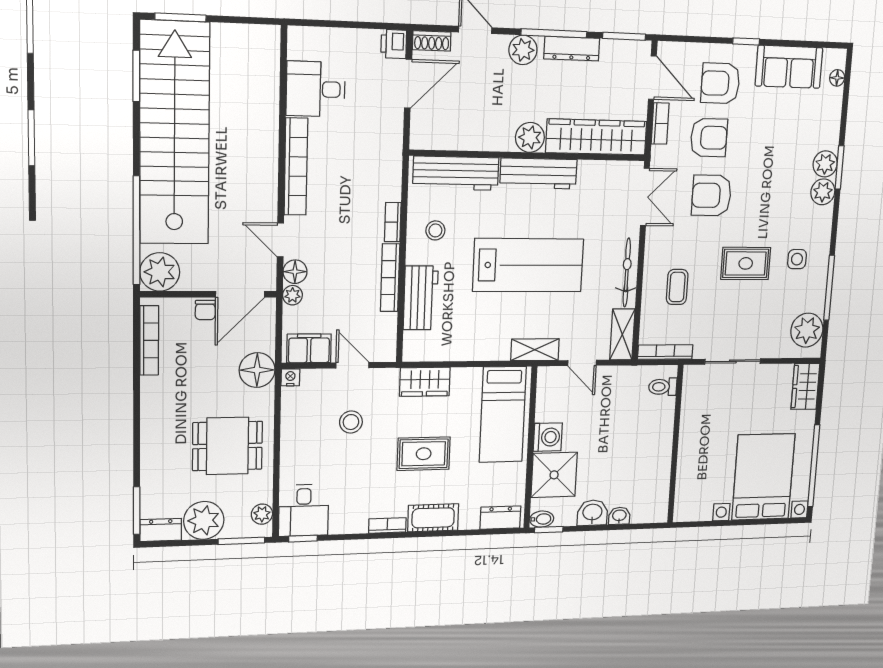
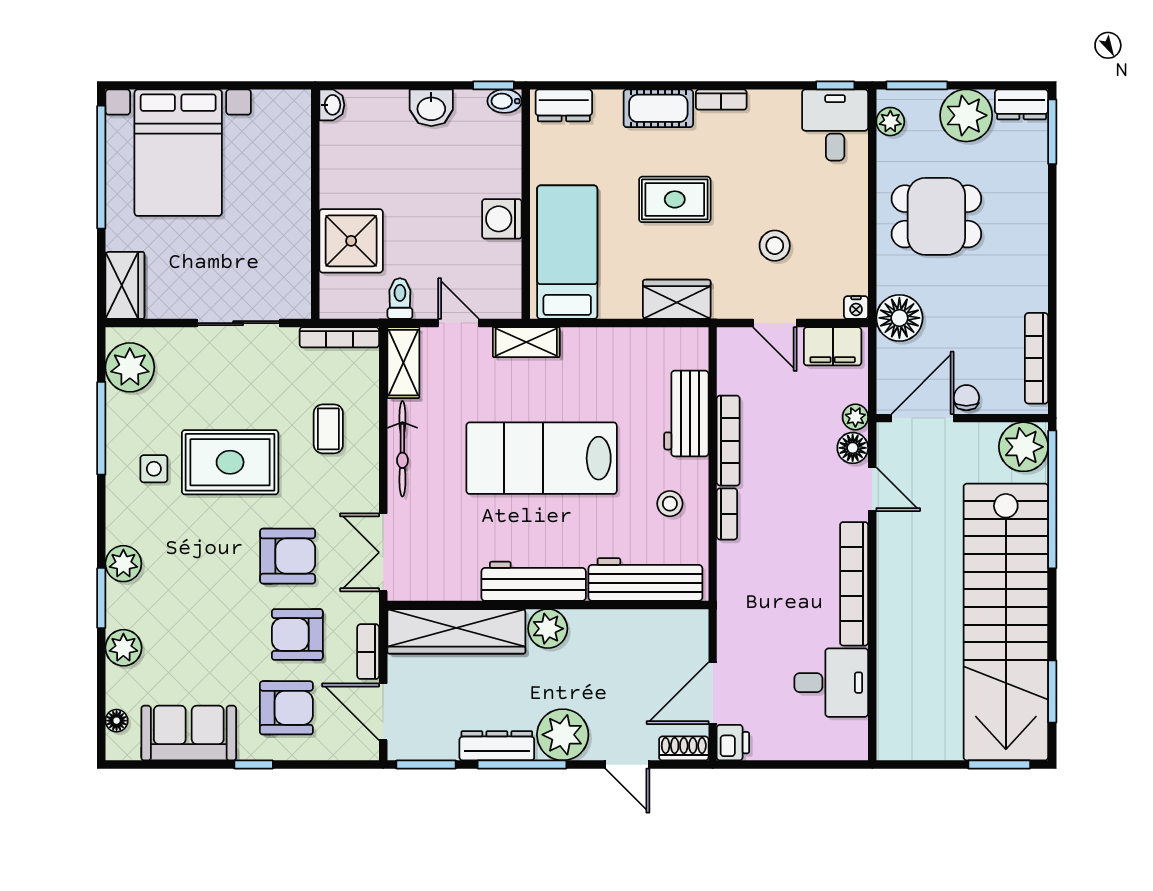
plant: (523, 50) -> (563, 735), width x1.36, depth x1.36
plant: (825, 164) -> (123, 648), moved
rug: (746, 263) -> (230, 462), width x1.36, depth x1.43
toilet: (663, 387) -> (400, 299), moved, turned -90
shower: (554, 475) -> (351, 241), moved
washbasin: (619, 516) -> (332, 105), moved, turned -90

